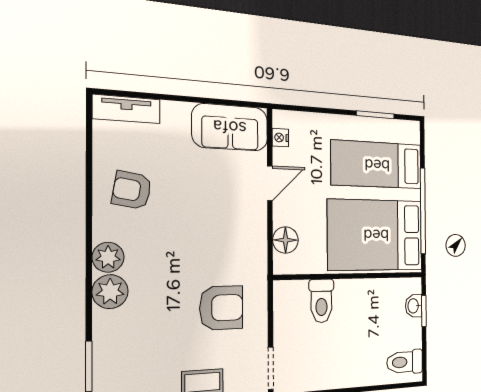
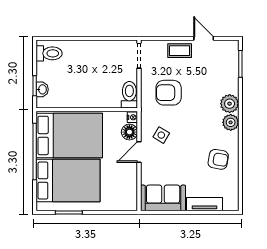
tv unit: (127, 109) -> (204, 204), moved
nightstand: (280, 138) -> (132, 117), moved
bed: (377, 165) -> (68, 181), width x1.50
door: (270, 183) -> (139, 152), moved
side table: (234, 235) -> (161, 135), added
toilet: (321, 301) -> (129, 95), moved

